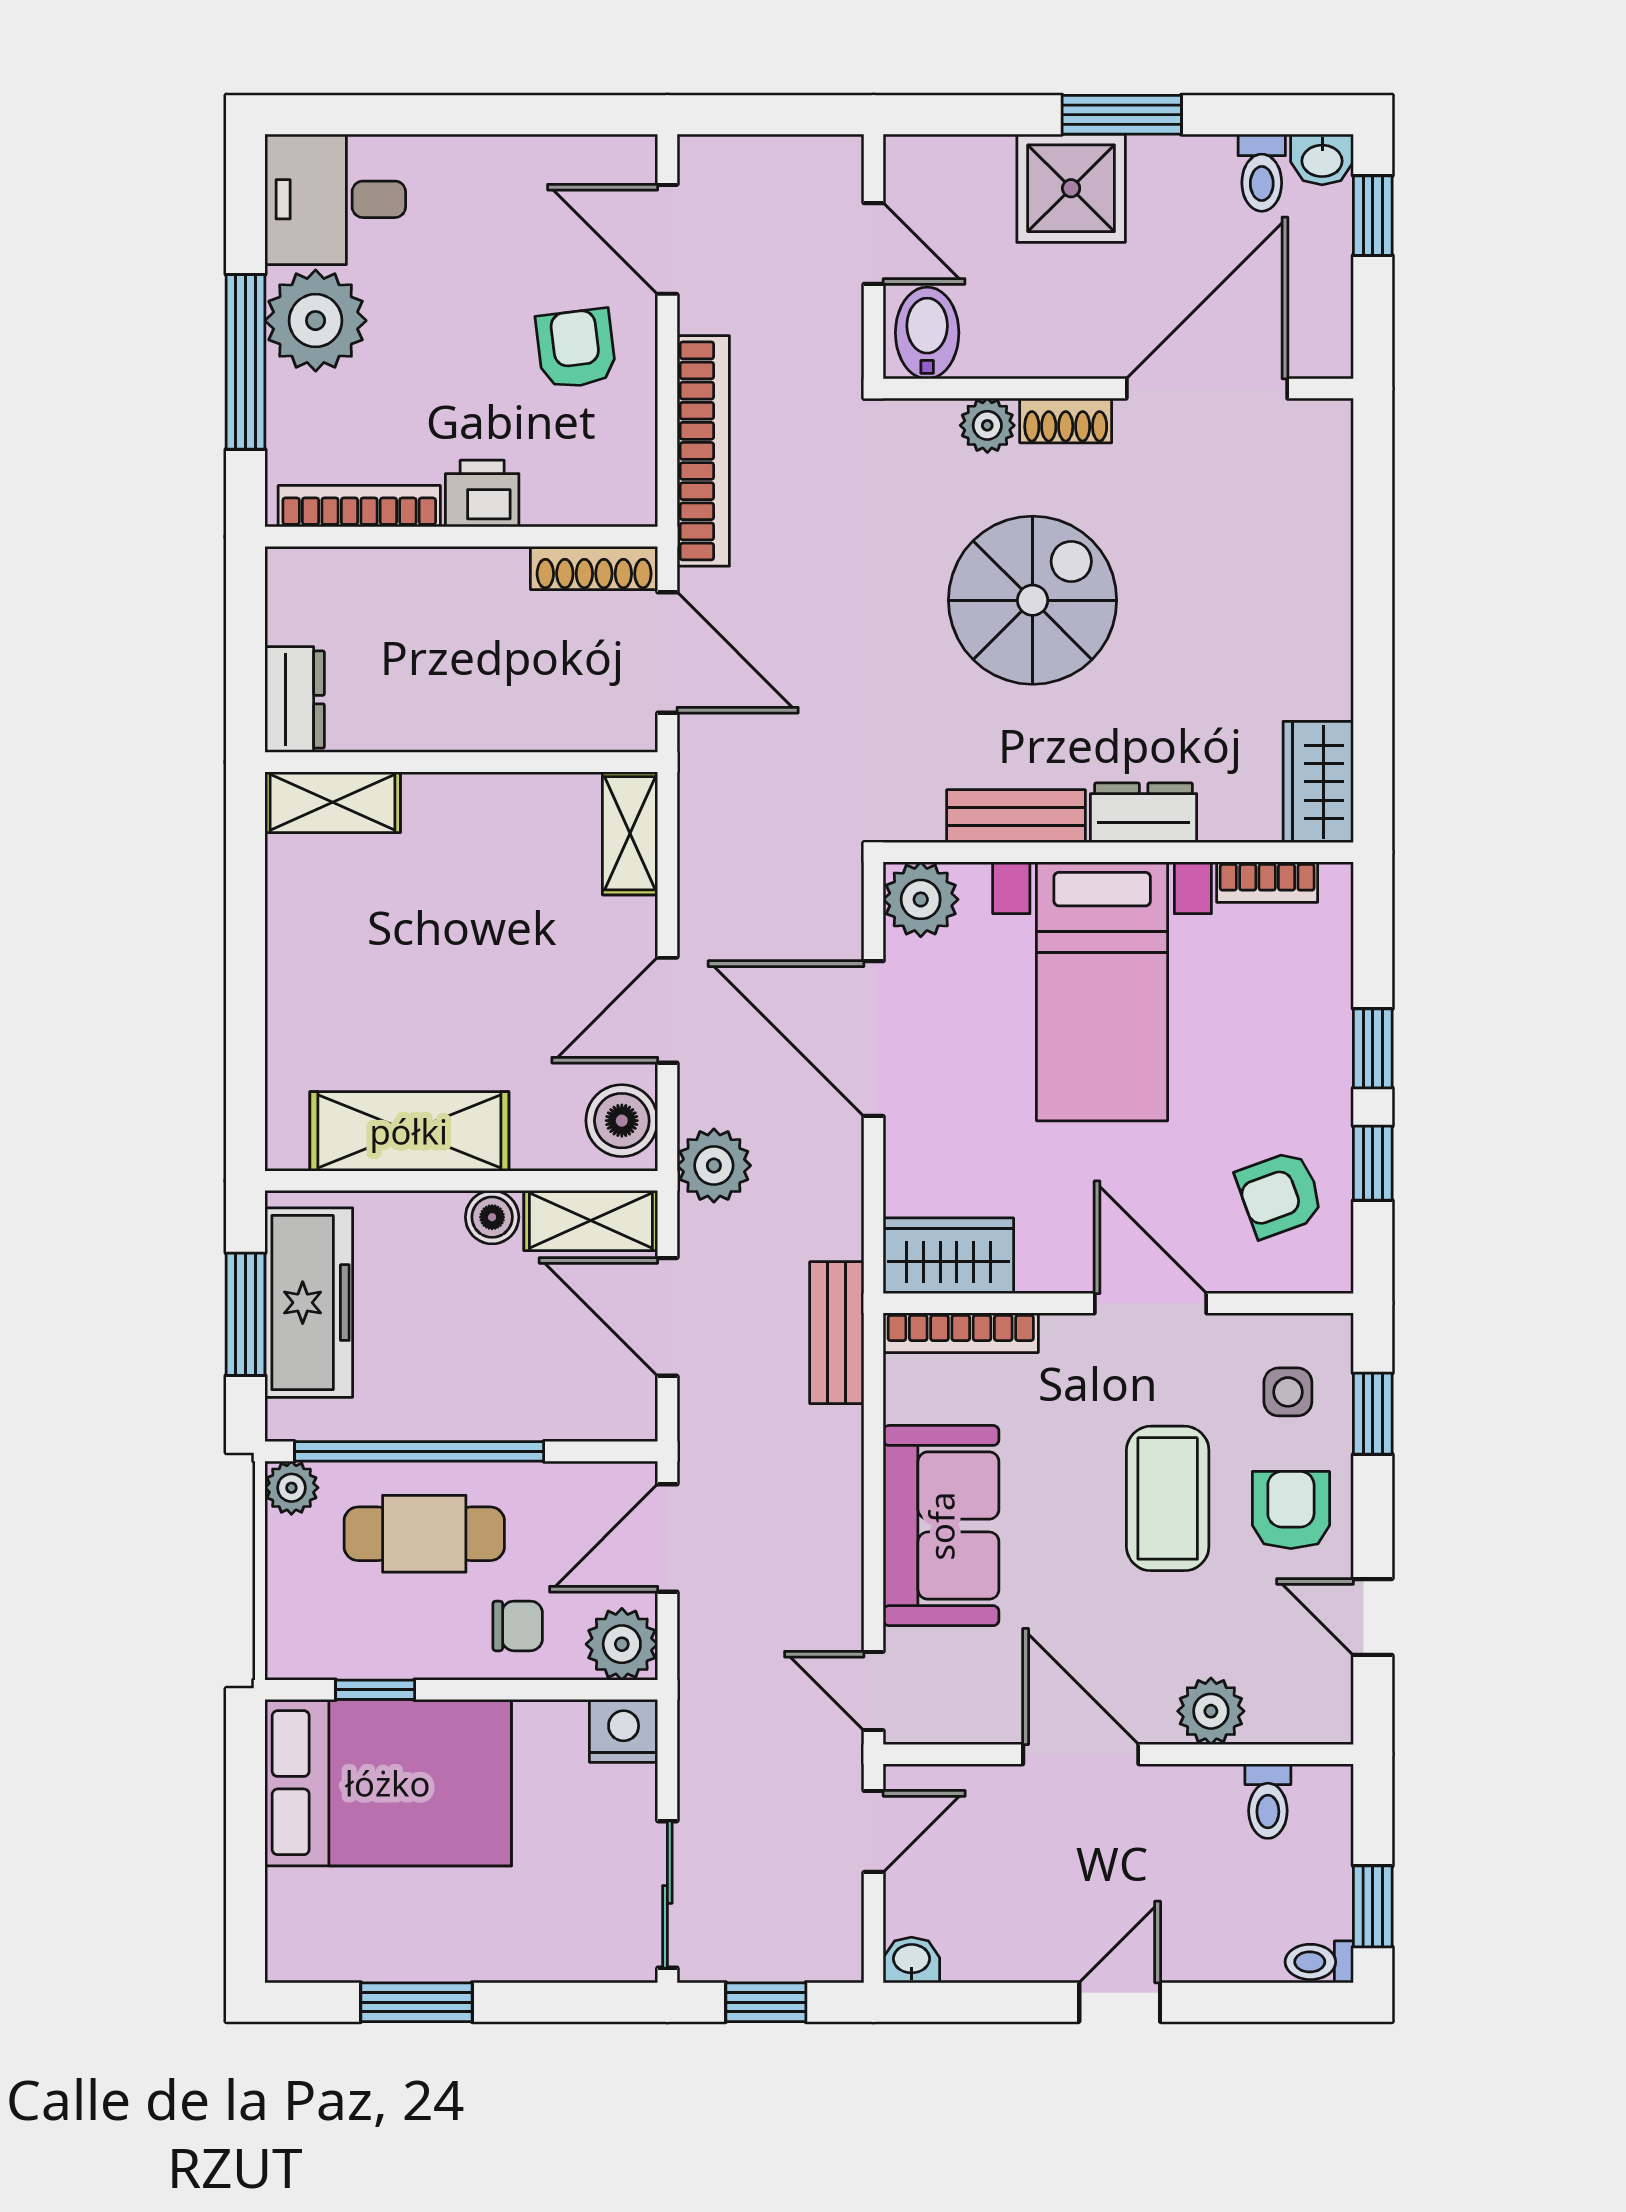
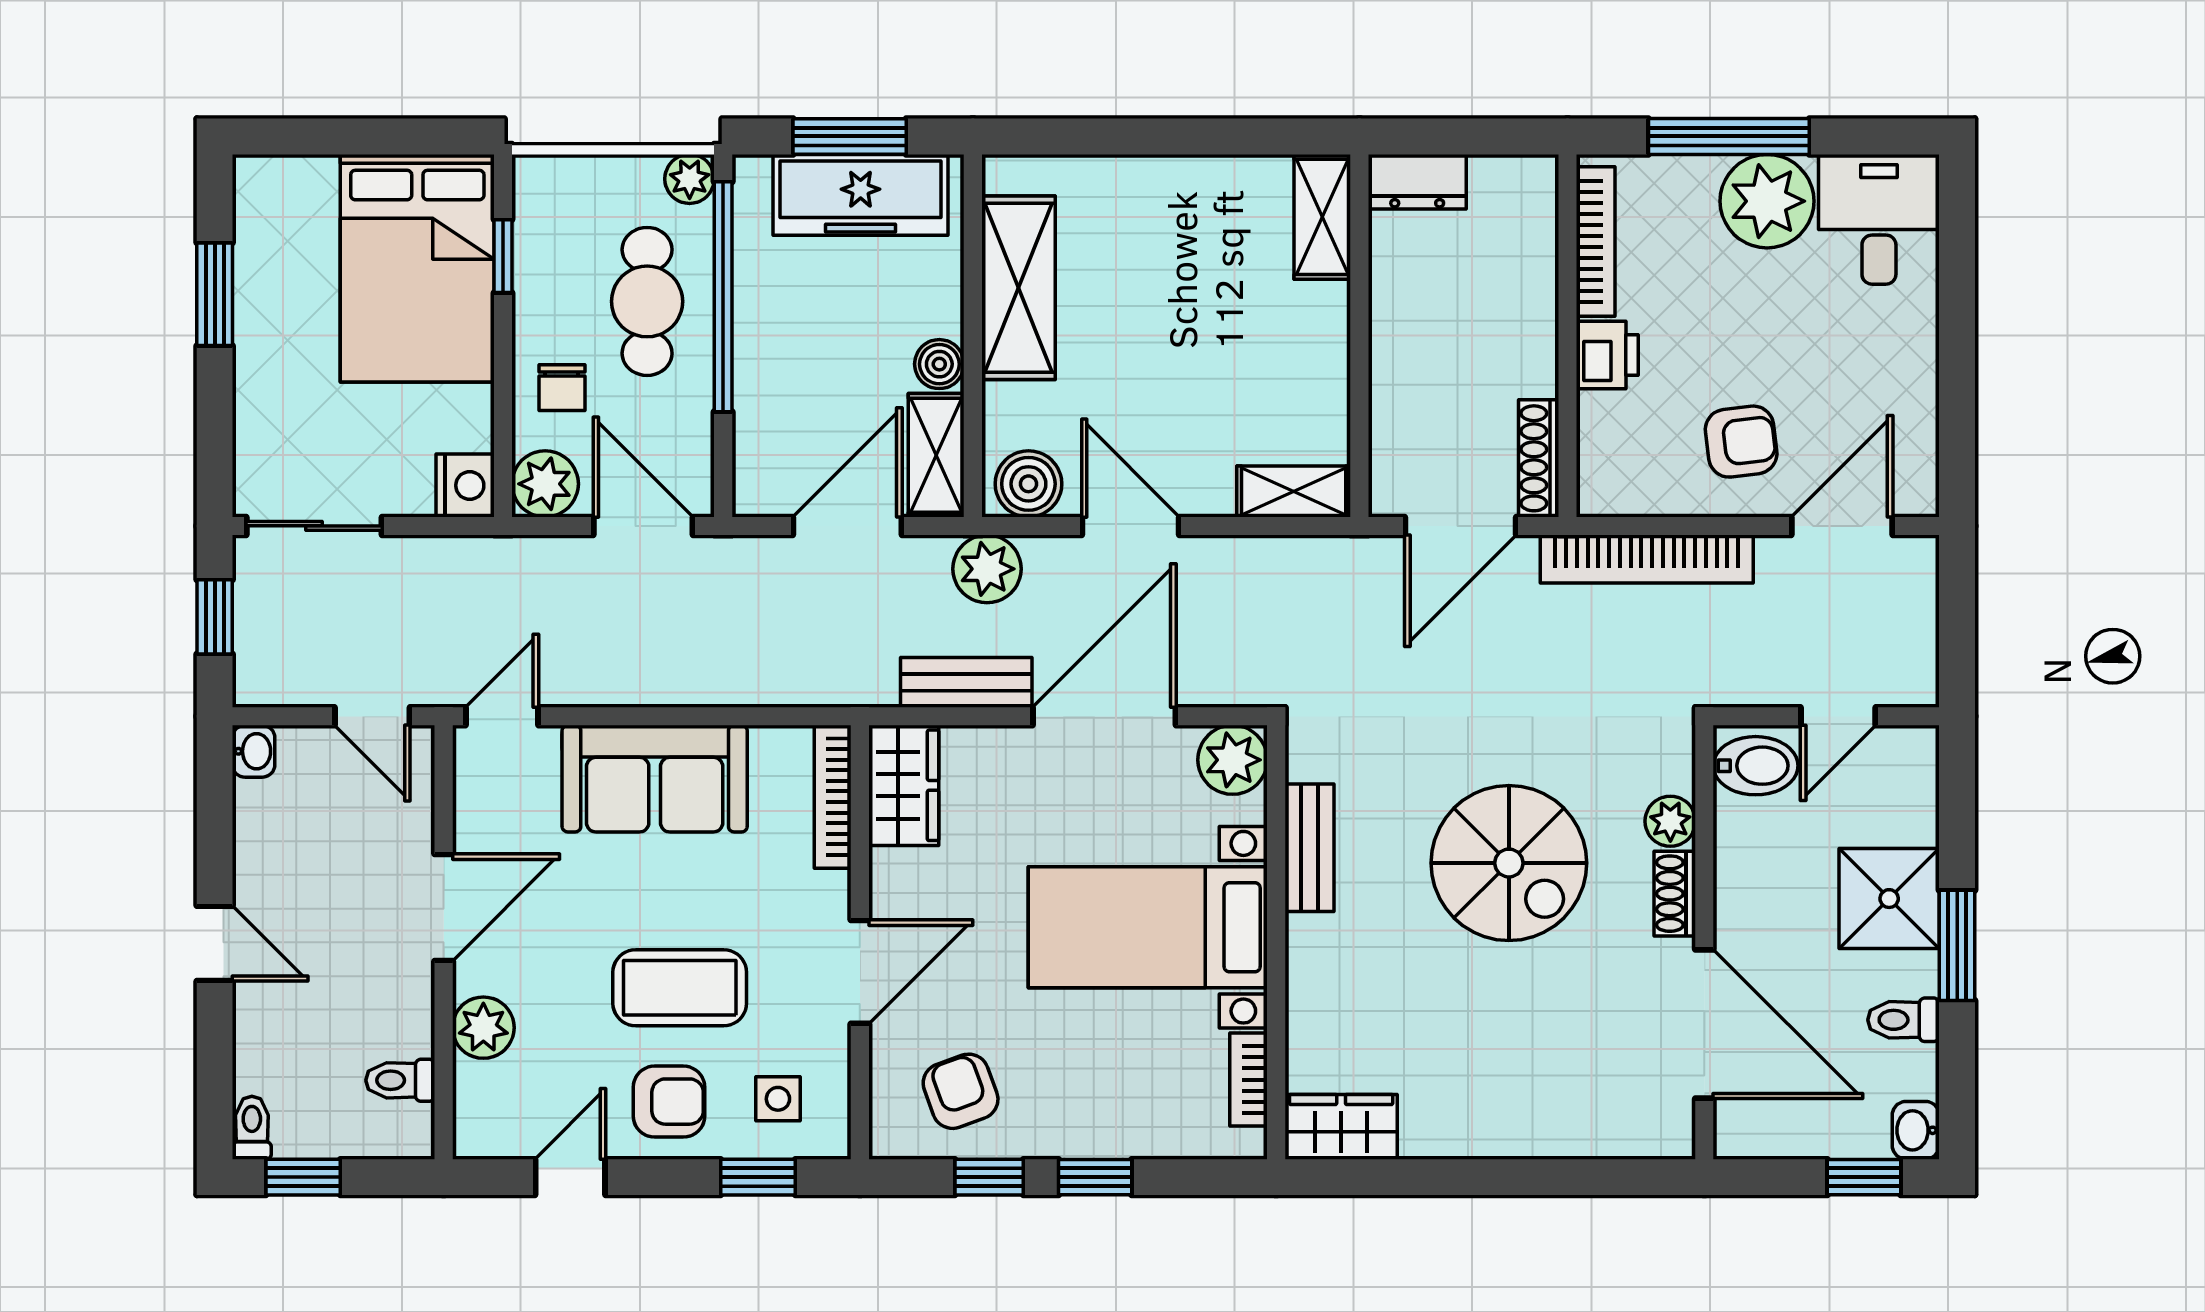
toilet: (1262, 173) -> (1904, 1020), moved
dresser: (1144, 813) -> (1313, 966), removed
bench: (837, 1333) -> (966, 682), moved

